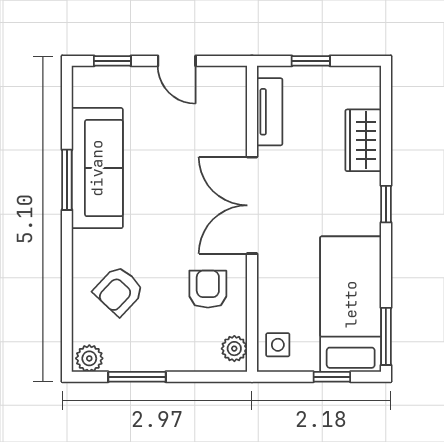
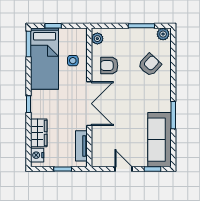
nightstand: (367, 91) -> (37, 155), added
sofa: (97, 168) -> (159, 140), moved
armchair: (208, 289) -> (109, 66), turned 90
side table: (278, 345) -> (73, 61), moved

